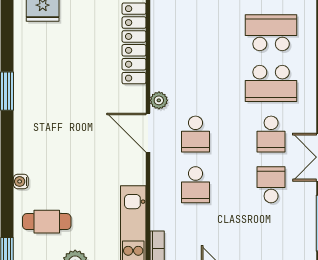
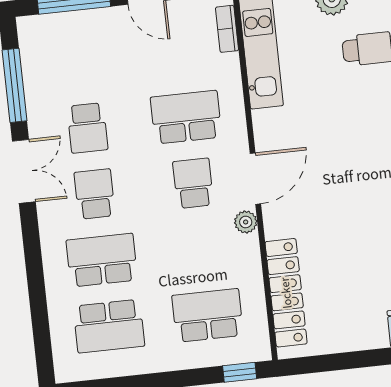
school desk: (195, 33) -> (208, 315), added
door: (148, 133) -> (255, 179), hinge flipped
school desk: (195, 185) -> (186, 117), width x1.85

